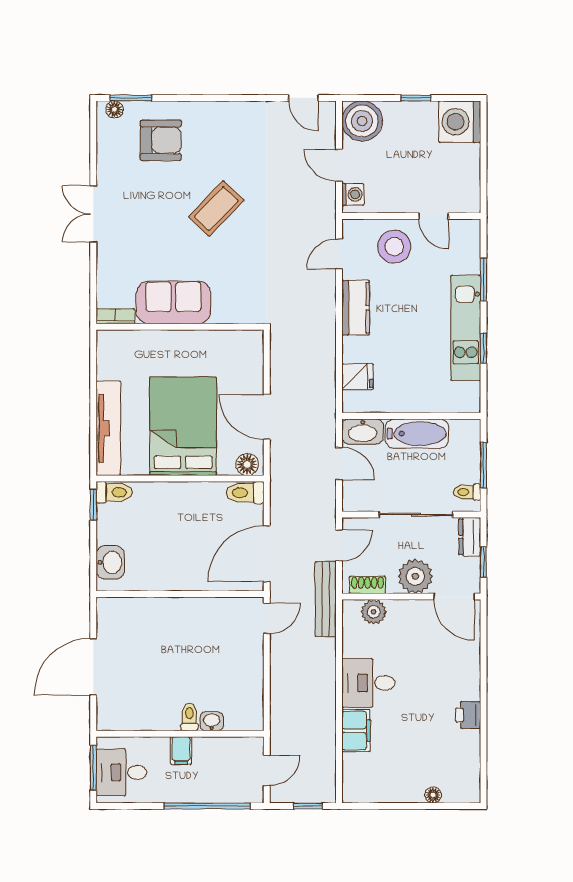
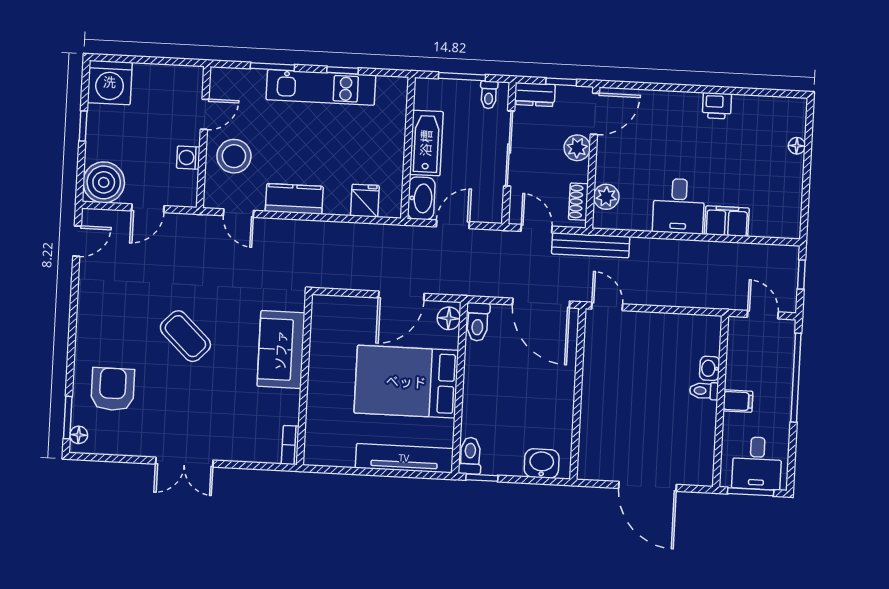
washing machine: (353, 194) -> (188, 158), moved, turned -90
sofa: (173, 302) -> (281, 350), moved
plant: (415, 576) -> (577, 148), width x0.73, depth x0.73

